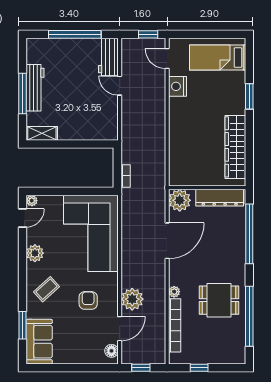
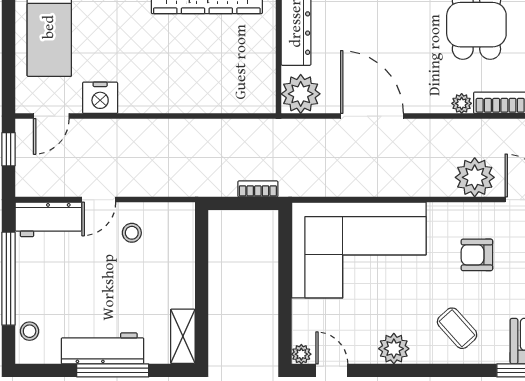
stool: (45, 46) -> (30, 331), added
stool: (101, 104) -> (132, 233), added

